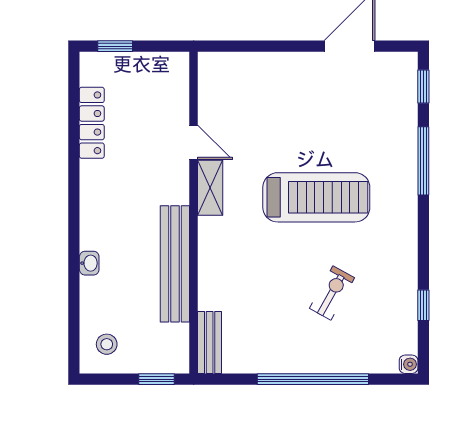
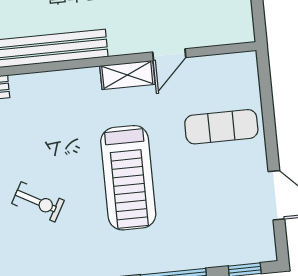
exercise mat: (273, 96) -> (221, 127), added

